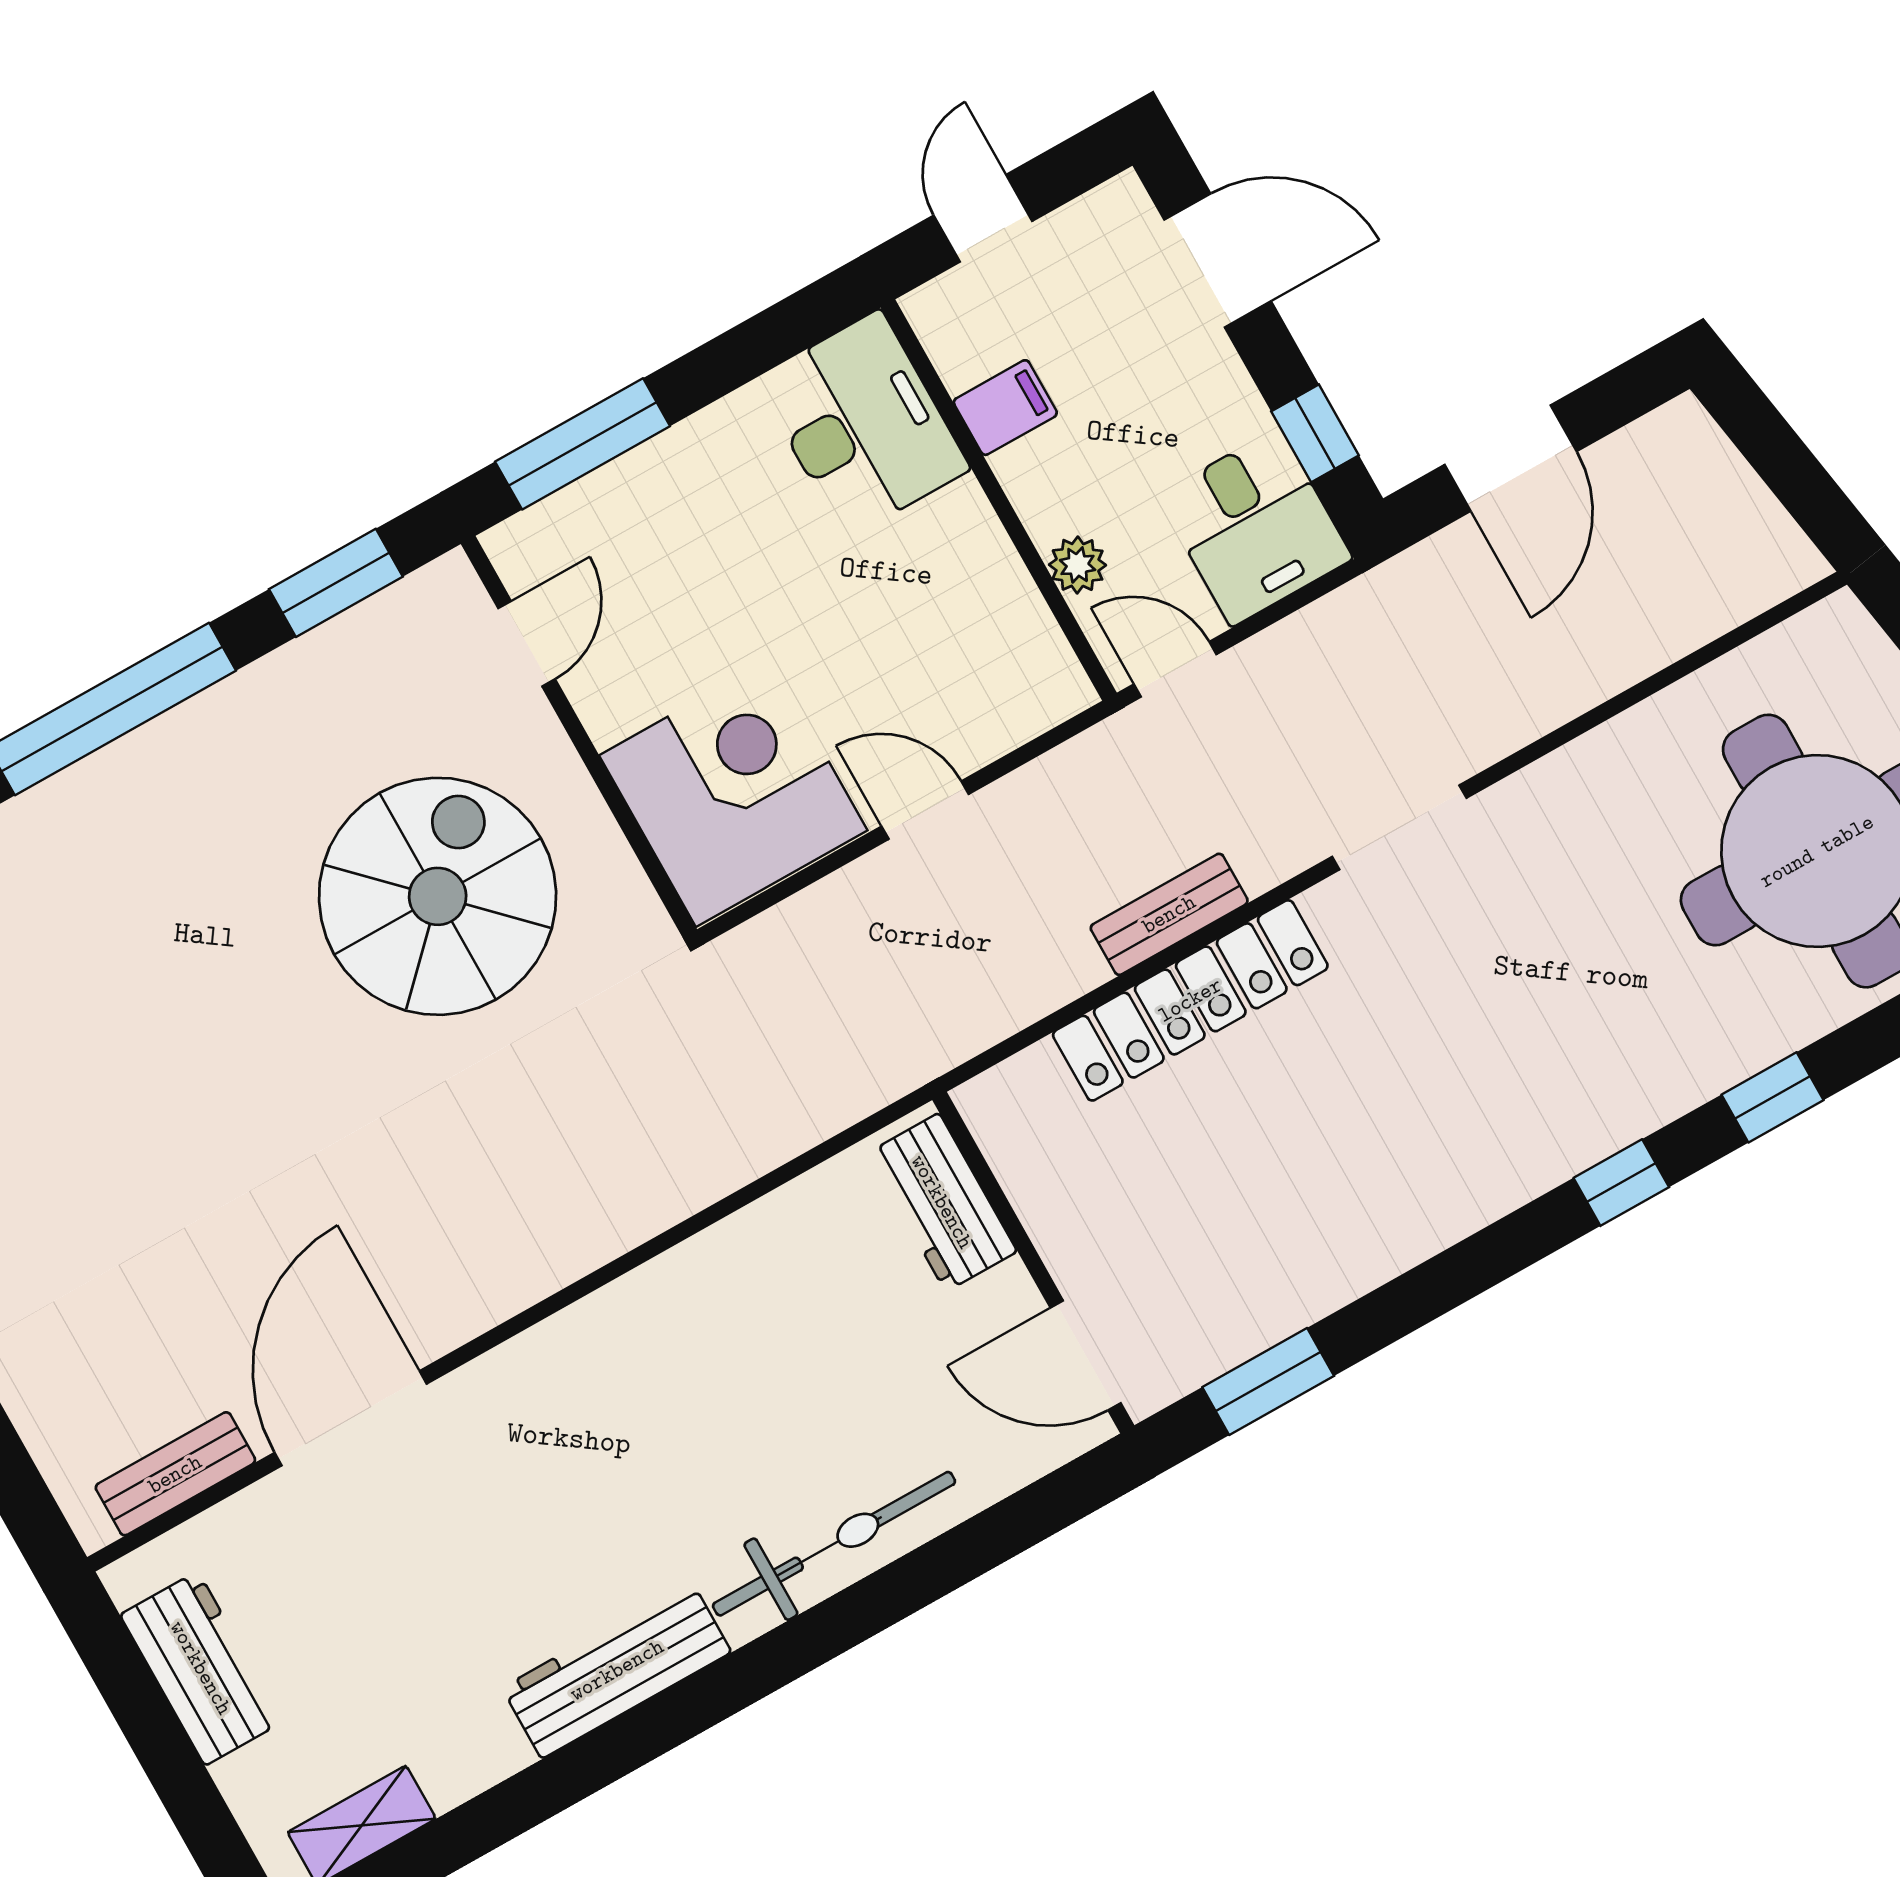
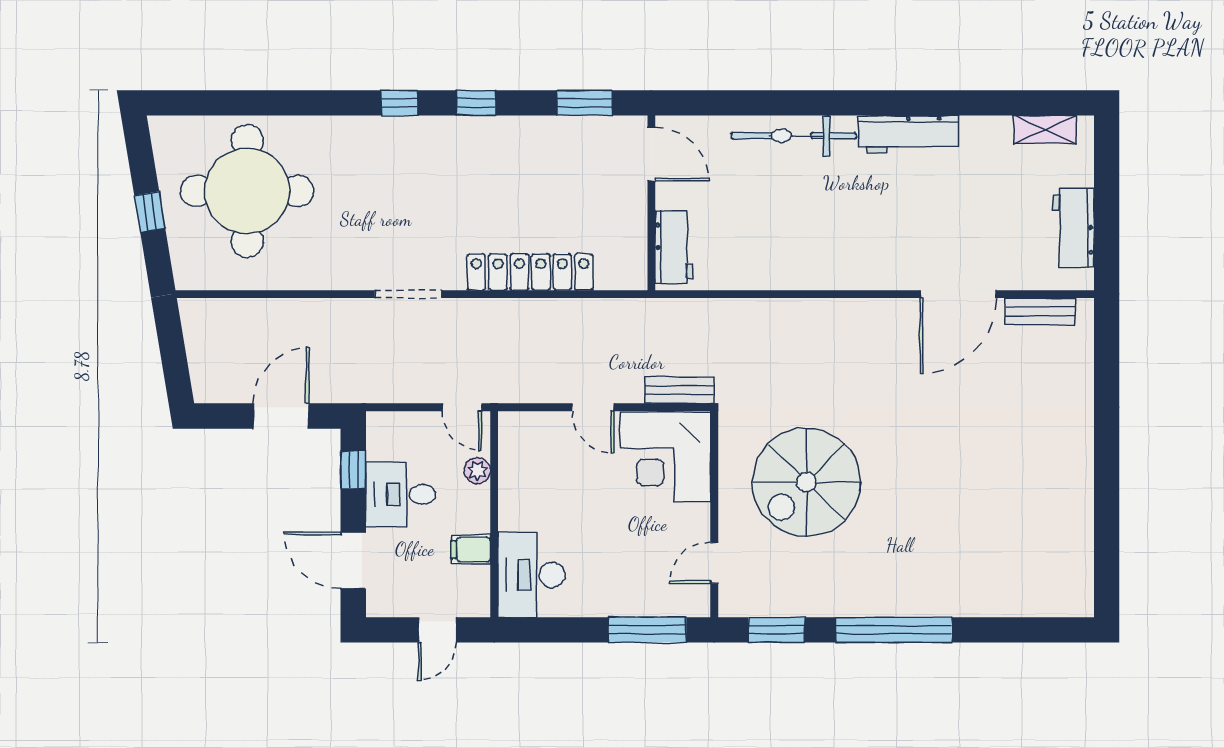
desk: (1255, 527) -> (401, 494), moved, turned -90
bench: (1169, 914) -> (680, 390), moved
window: (1773, 1097) -> (476, 103), moved

